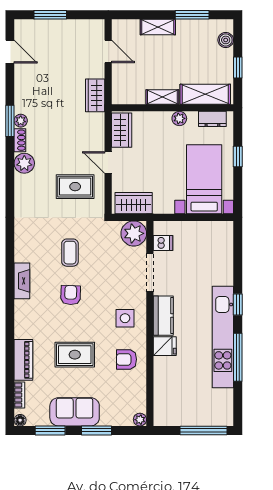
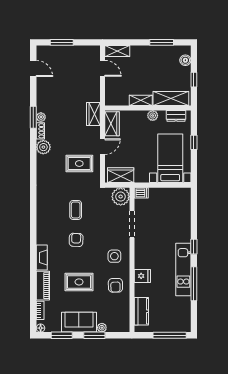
shelving: (158, 27) -> (117, 51), moved
wardrobe: (95, 95) -> (93, 114), moved
door: (108, 163) -> (103, 147), swing flipped
dishwasher: (163, 243) -> (141, 193), moved
fireplace: (22, 281) -> (42, 257), moved
kitchen counter: (163, 316) -> (141, 311), moved
kitchen unit: (223, 337) -> (183, 270), width x0.73
armchair: (126, 359) -> (115, 285), turned -91
plant: (140, 420) -> (102, 328), moved

